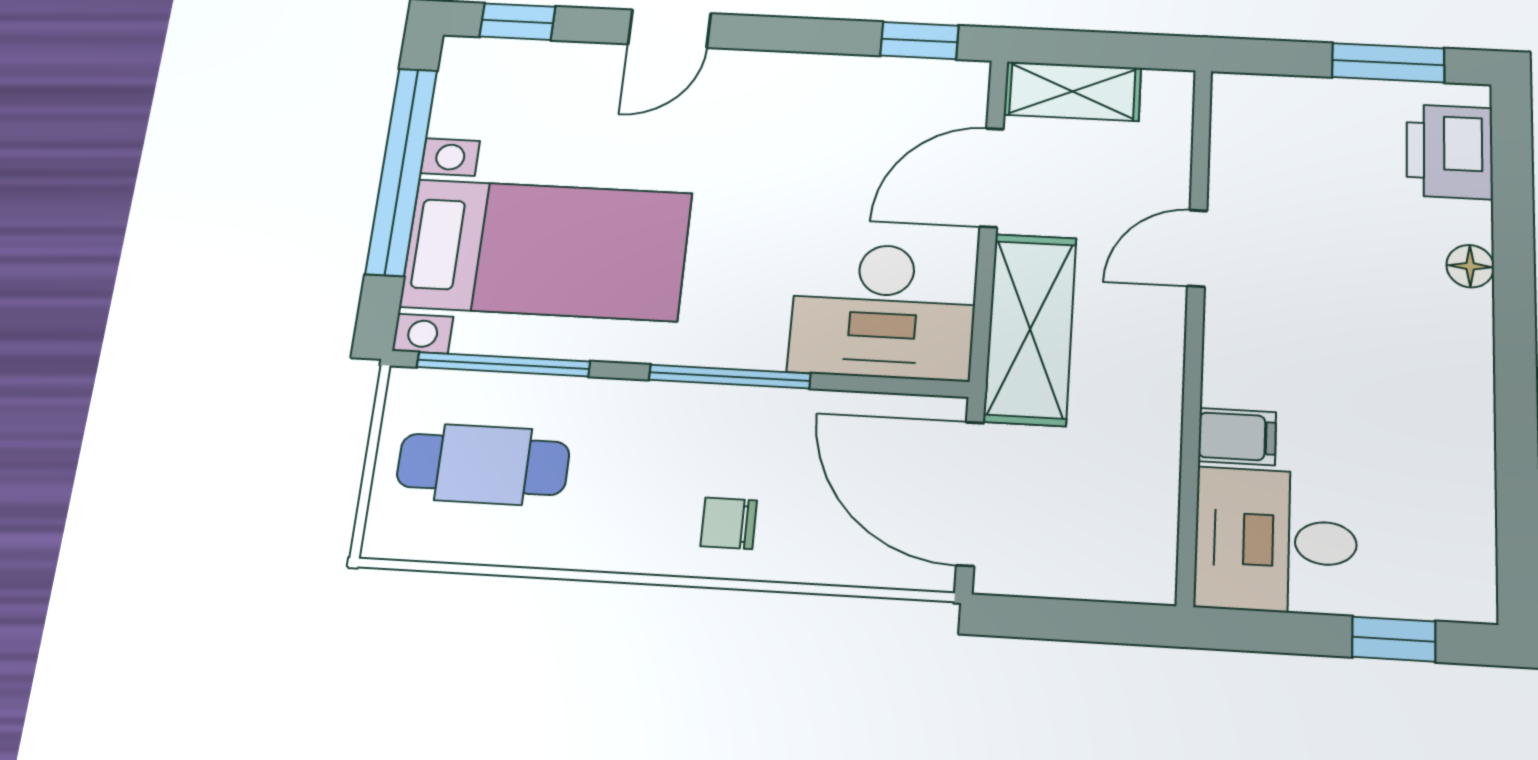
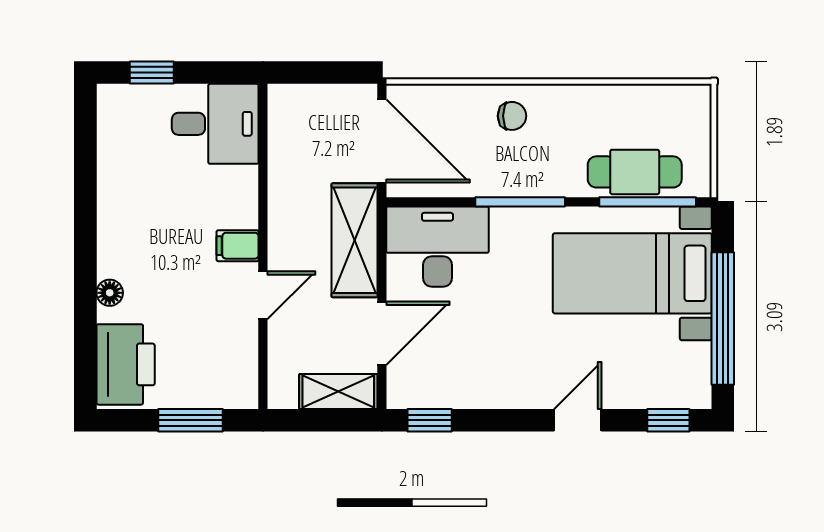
window: (1388, 63) -> (190, 420), moved
printer: (1450, 151) -> (126, 364), width x1.37, depth x1.19
filing cabinet: (1237, 437) -> (238, 246), moved
cafe table: (483, 464) -> (635, 172), moved

